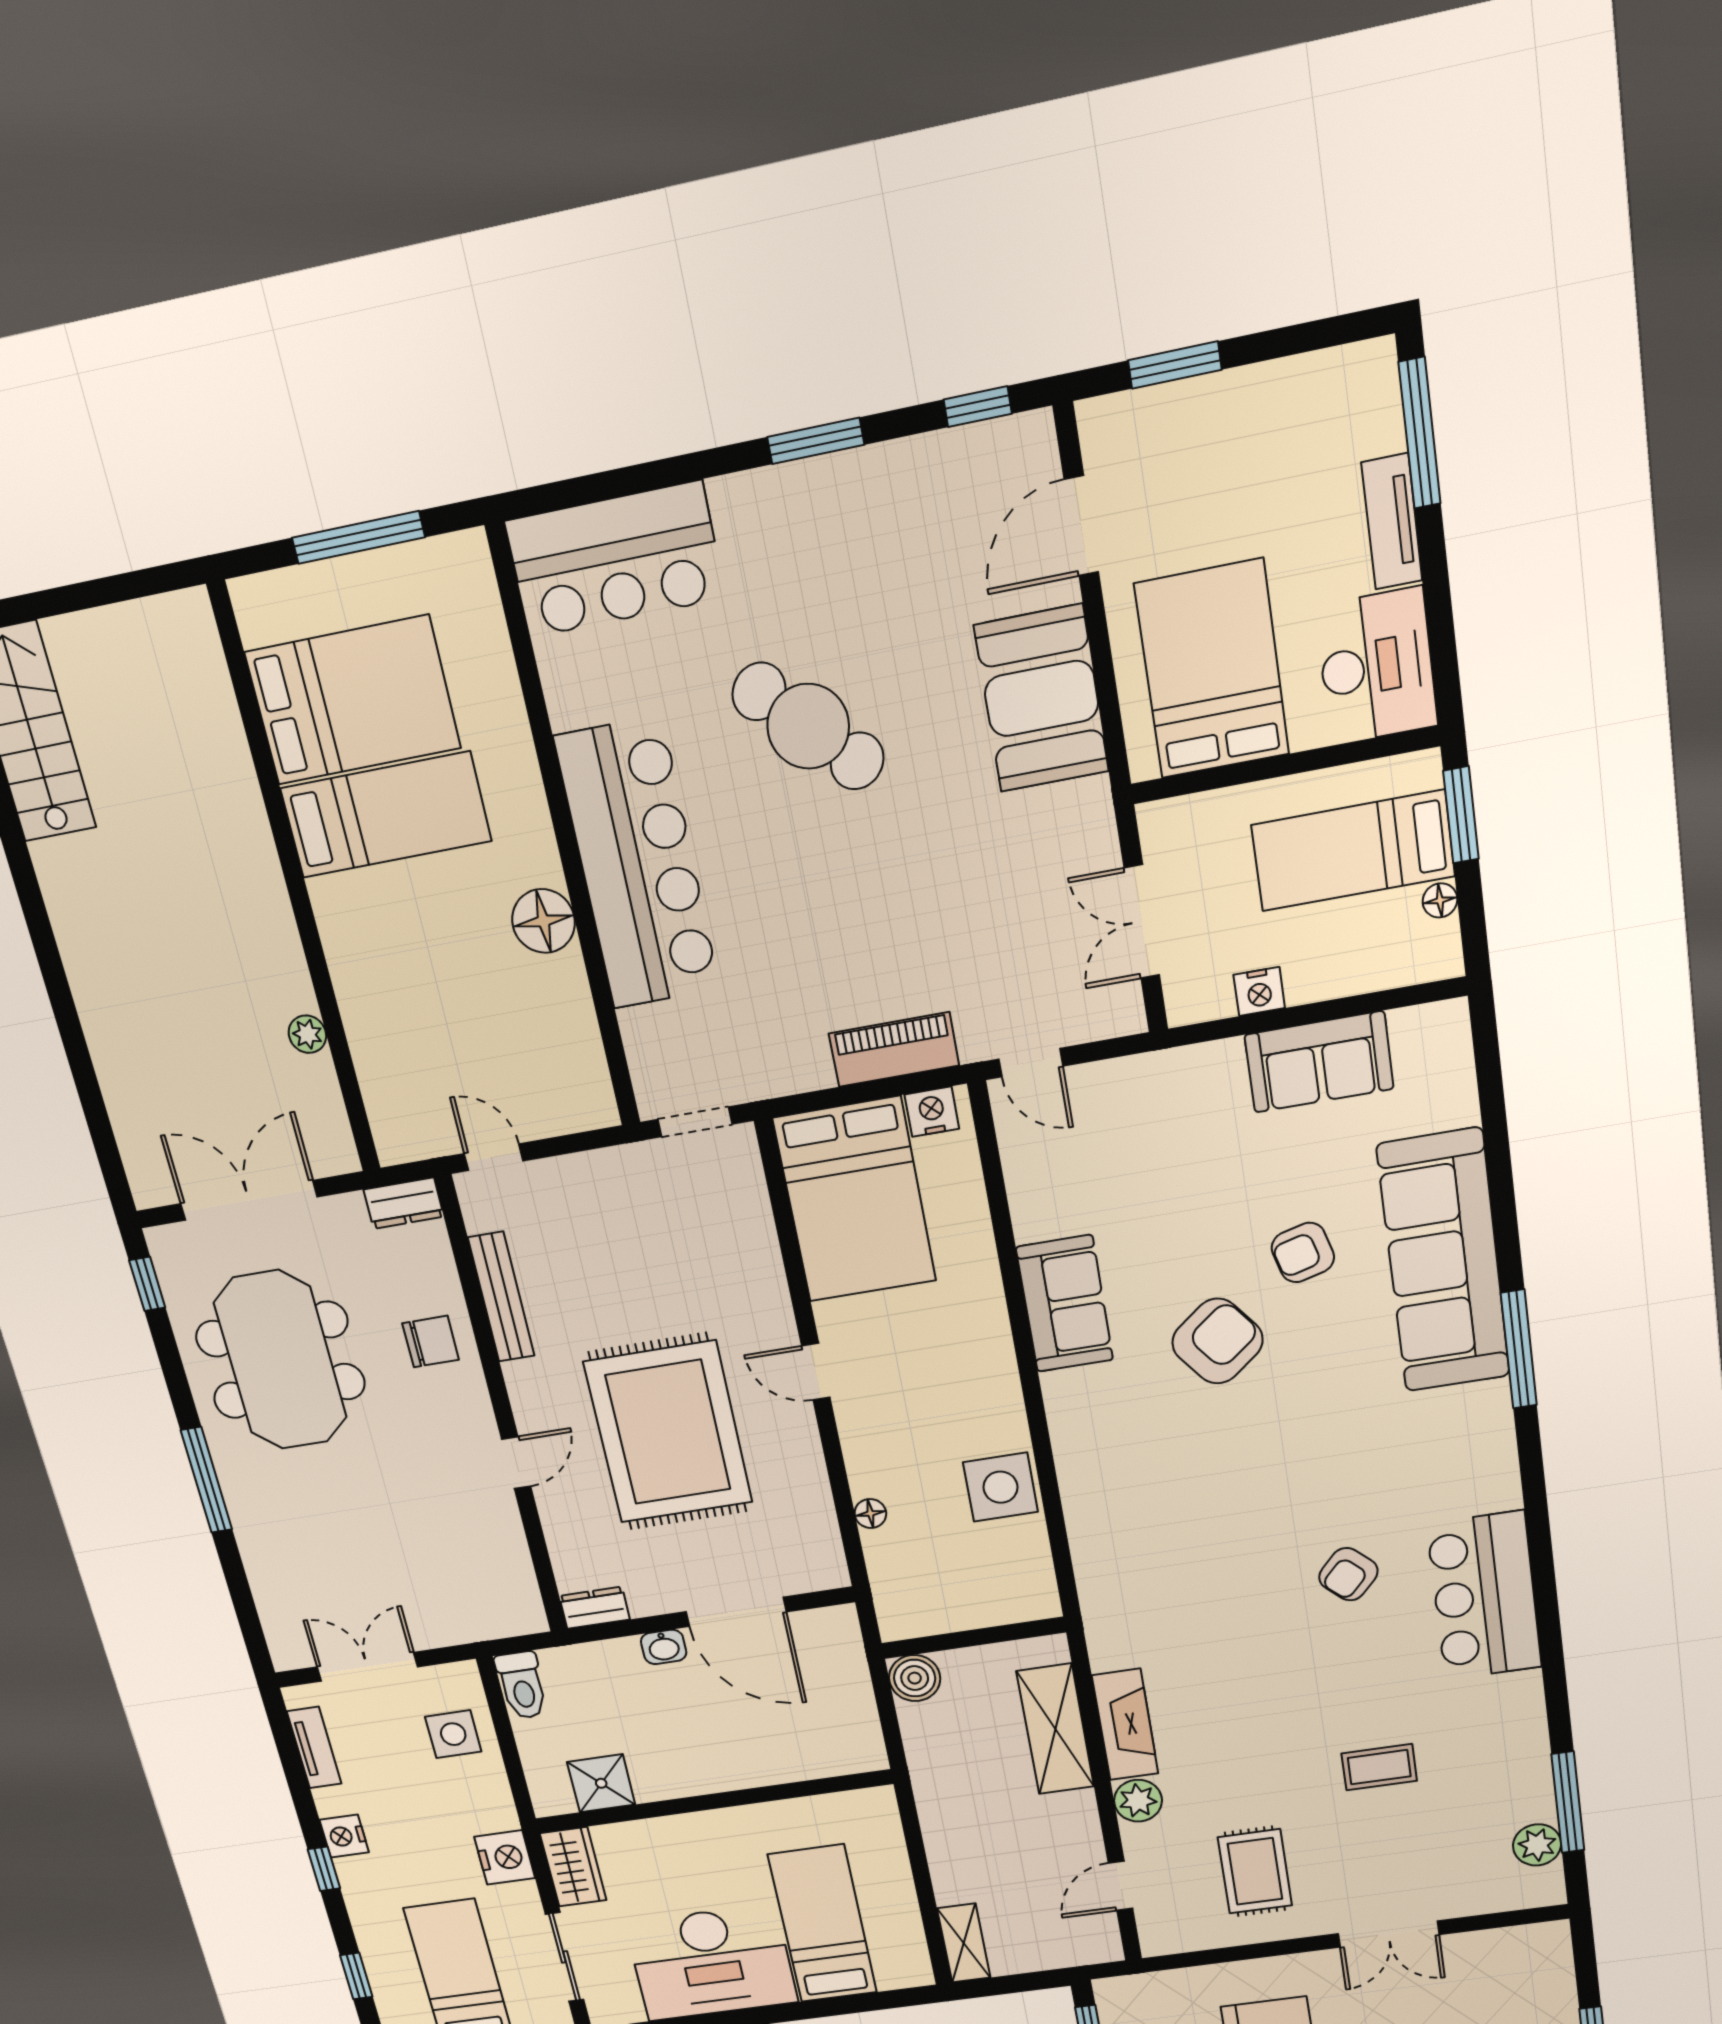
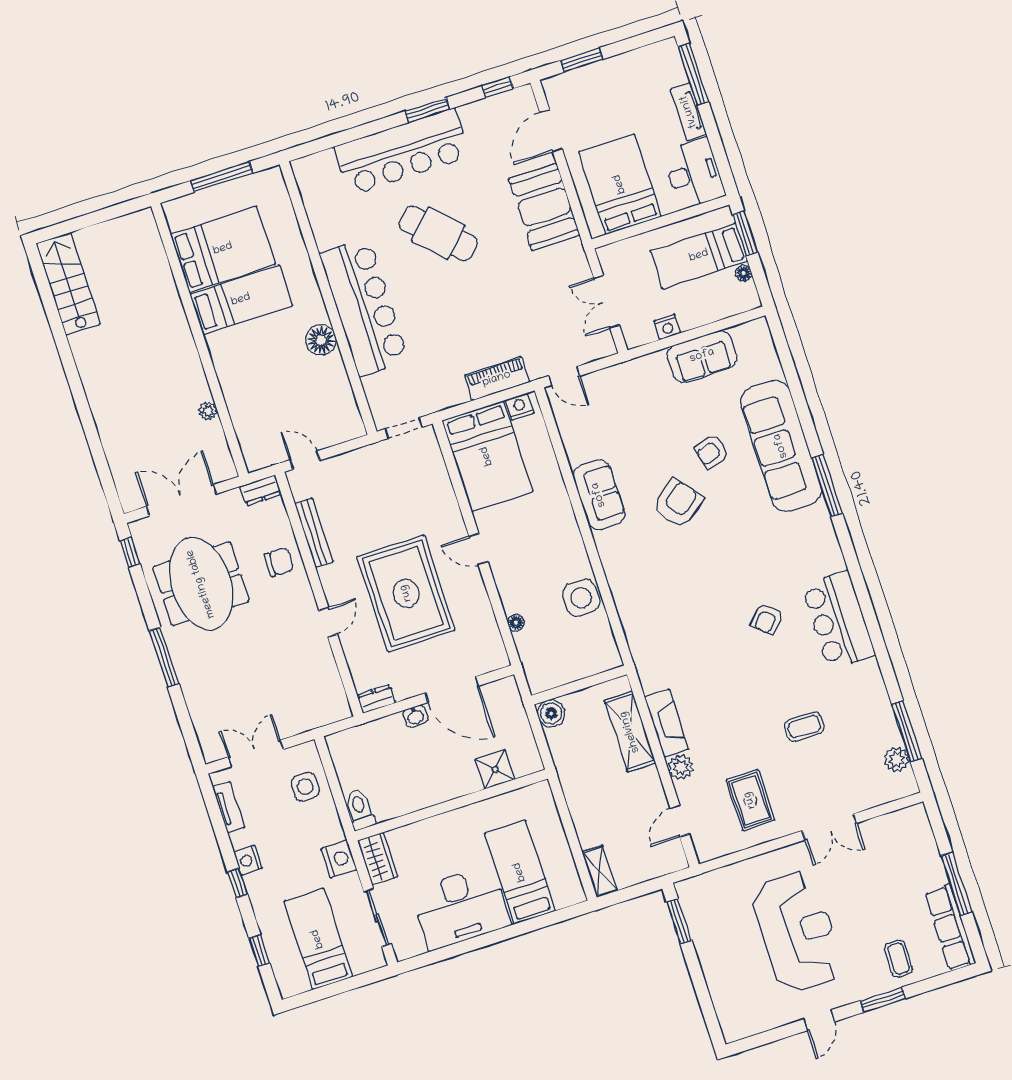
bar counter: (615, 560) -> (402, 152), moved, width x1.36
toilet: (522, 1685) -> (360, 809), moved, turned 180
shower: (601, 1783) -> (495, 769), moved

